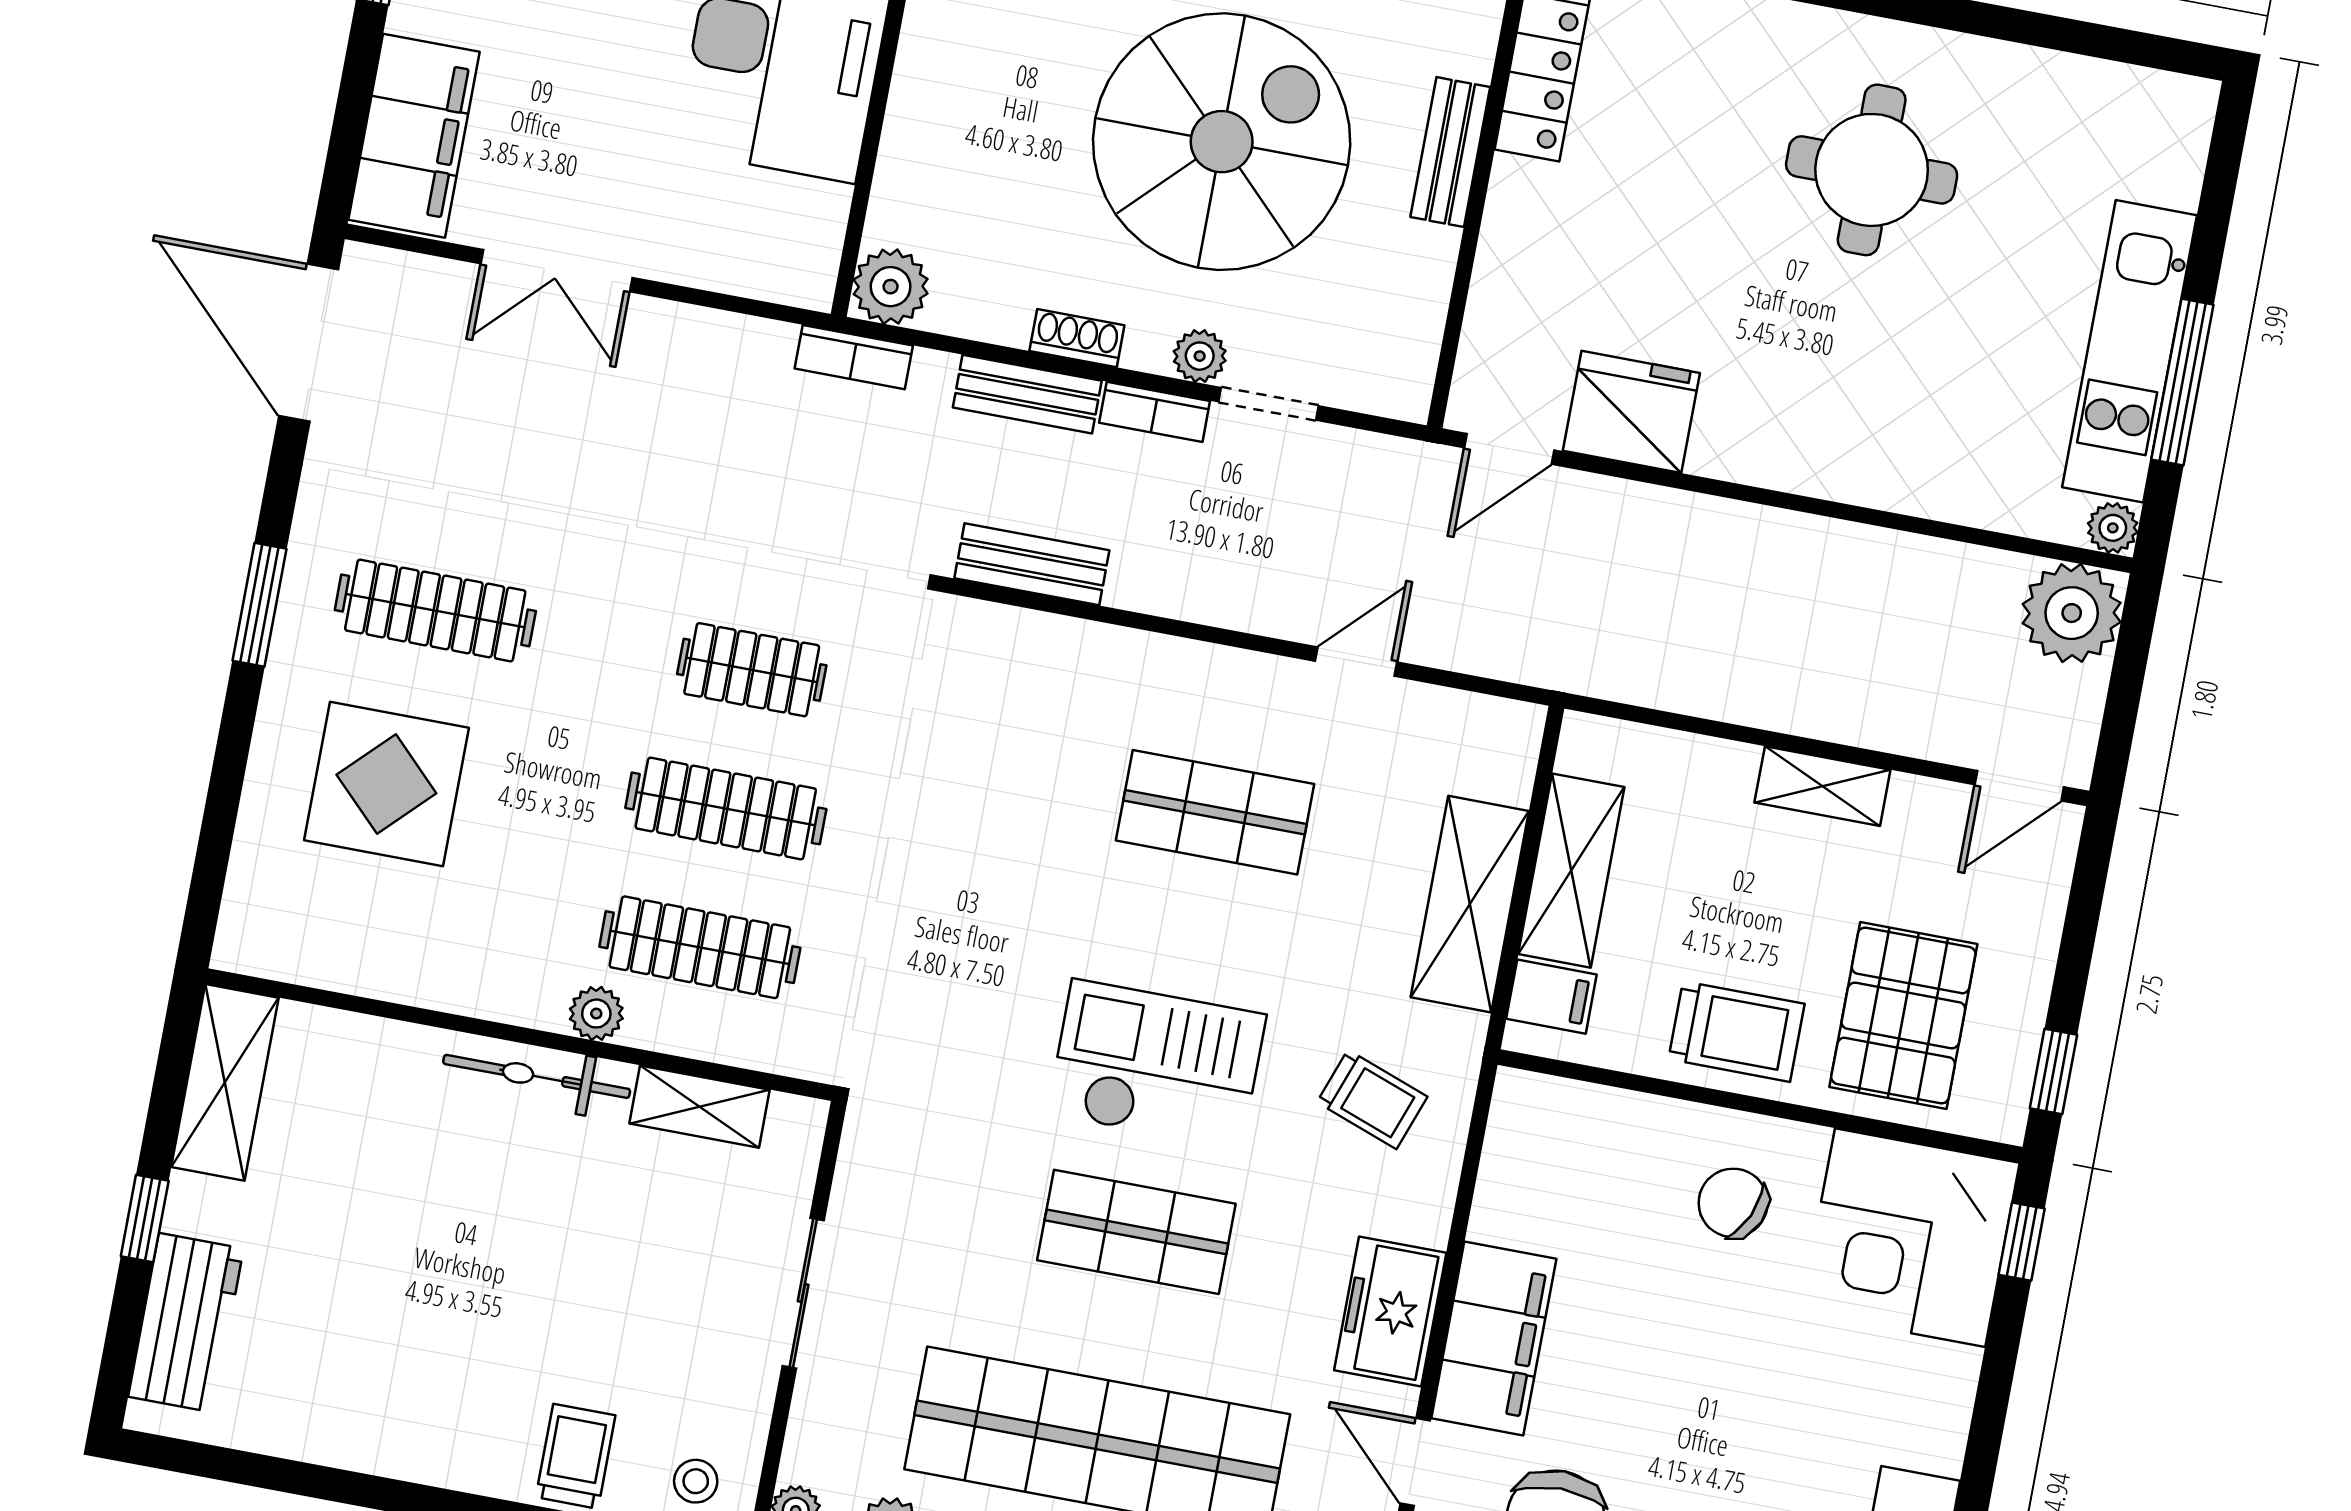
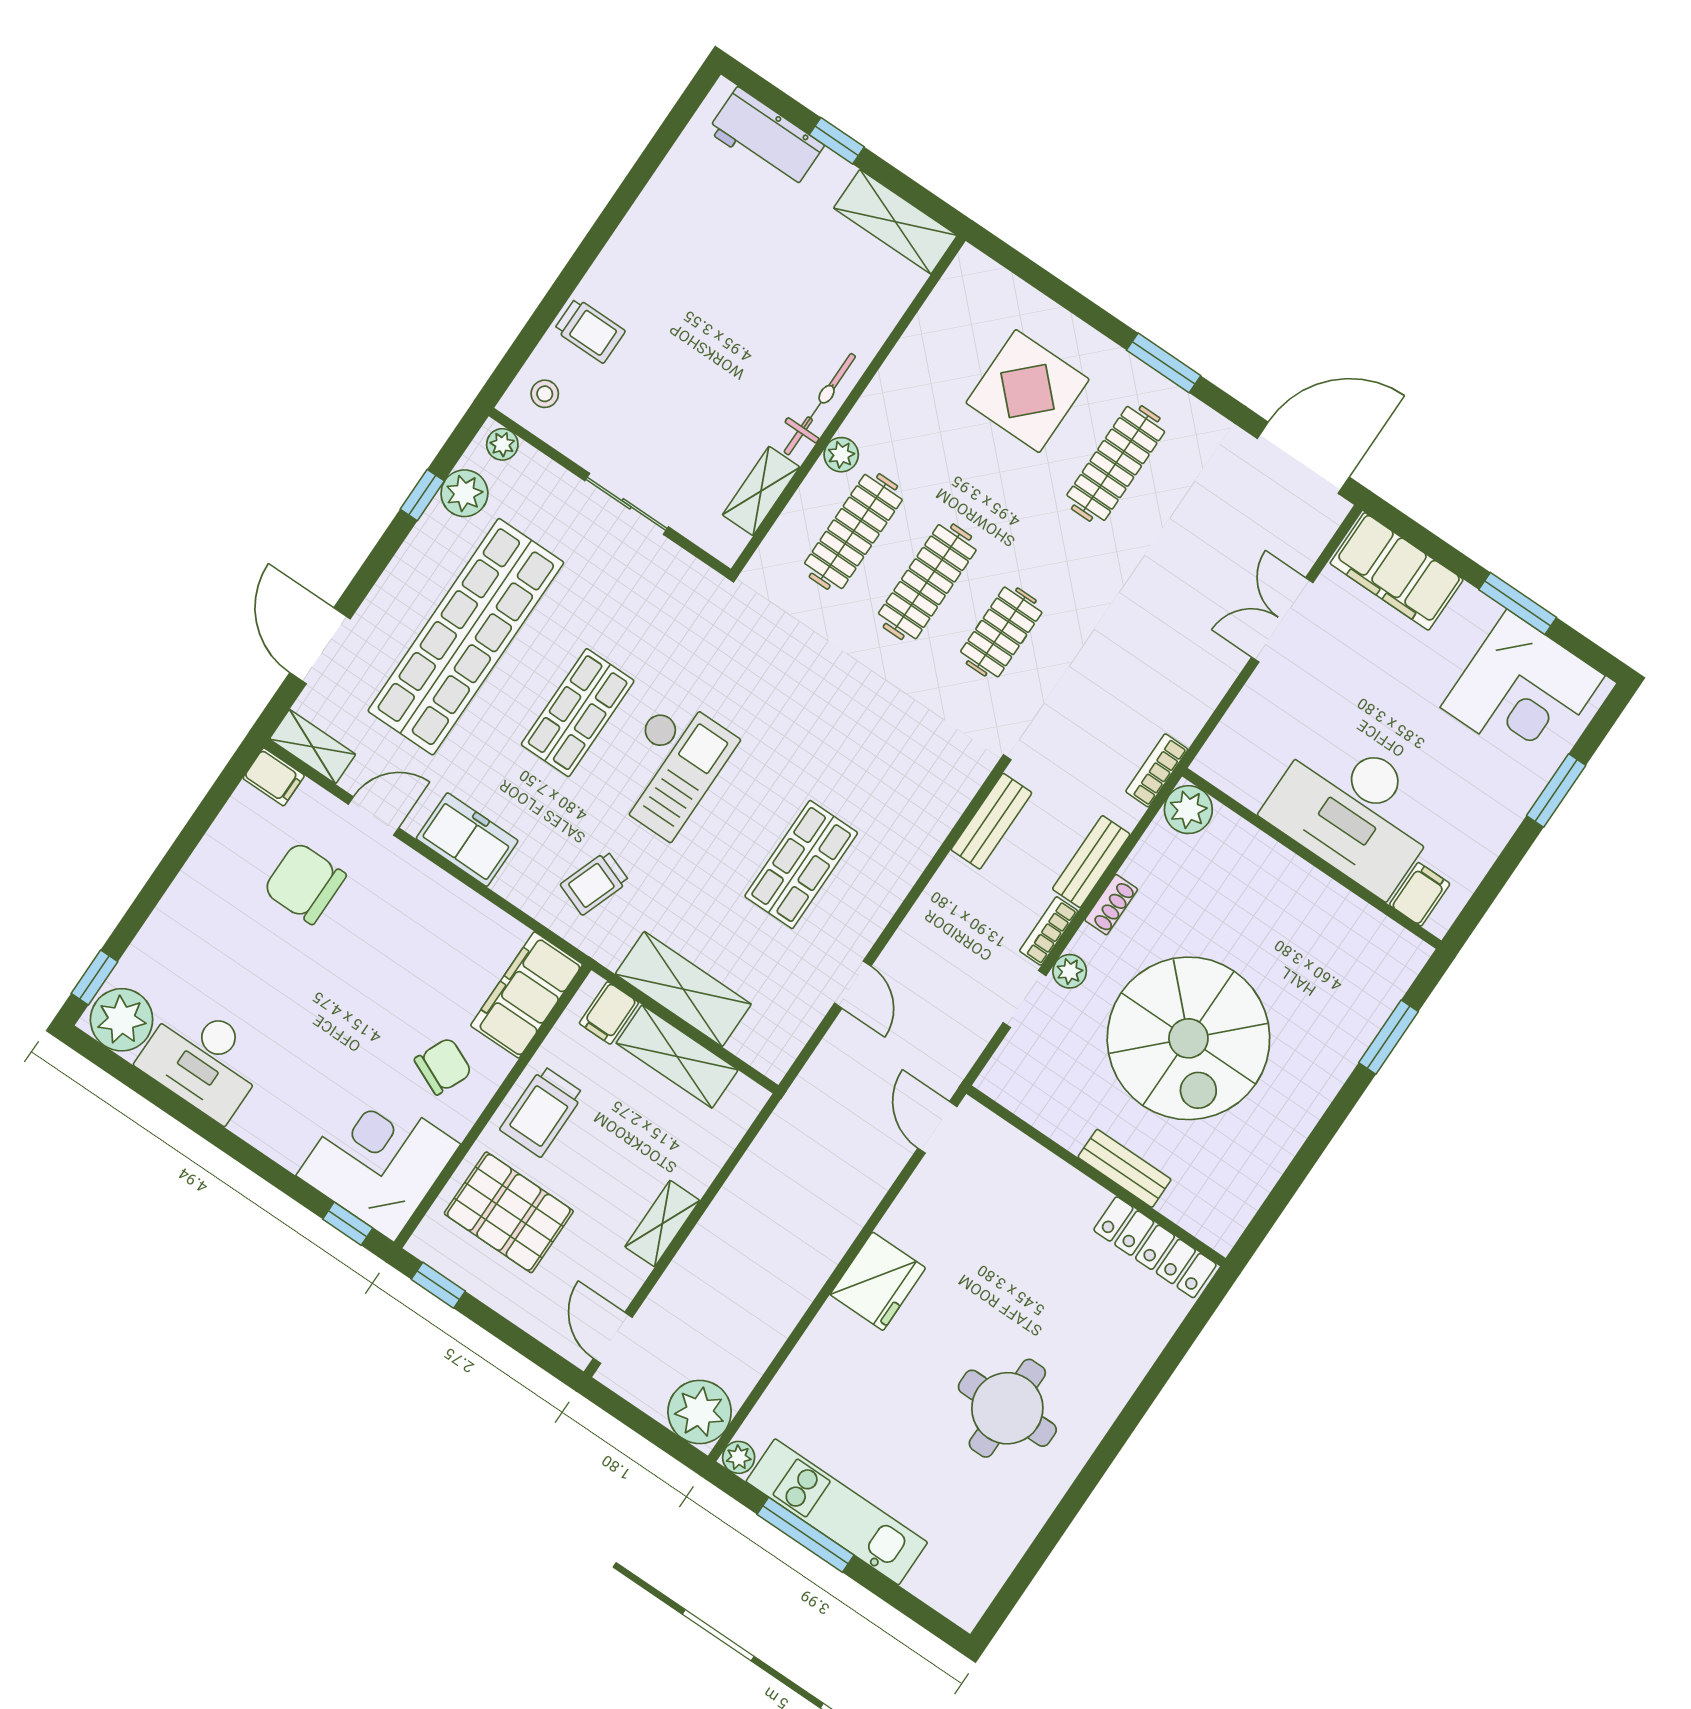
fridge: (1631, 412) -> (878, 1281), moved
filing cabinet: (1494, 1339) -> (527, 995), moved, turned 90

